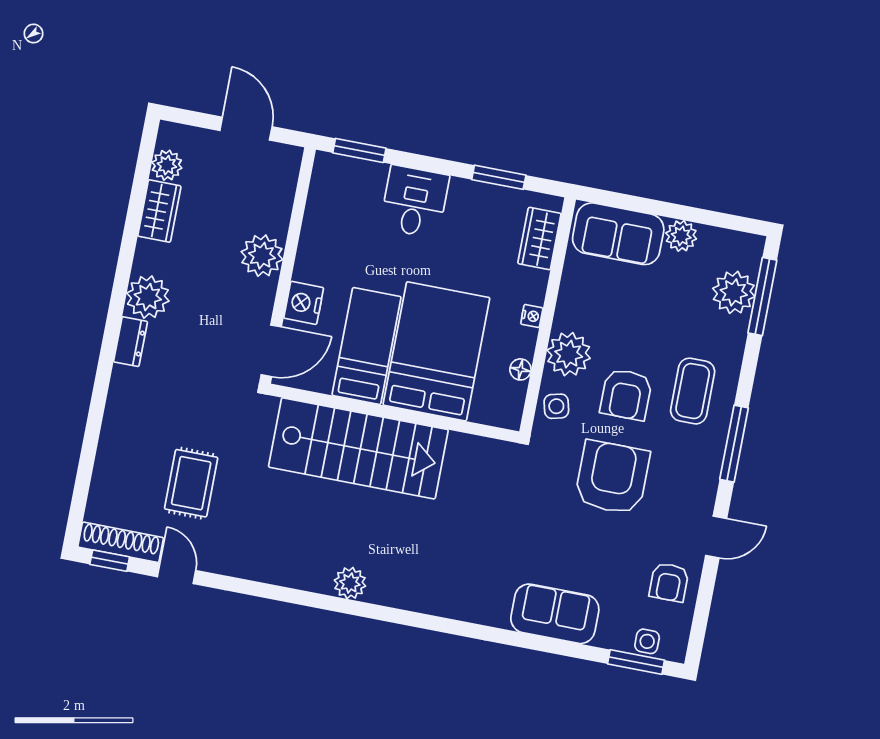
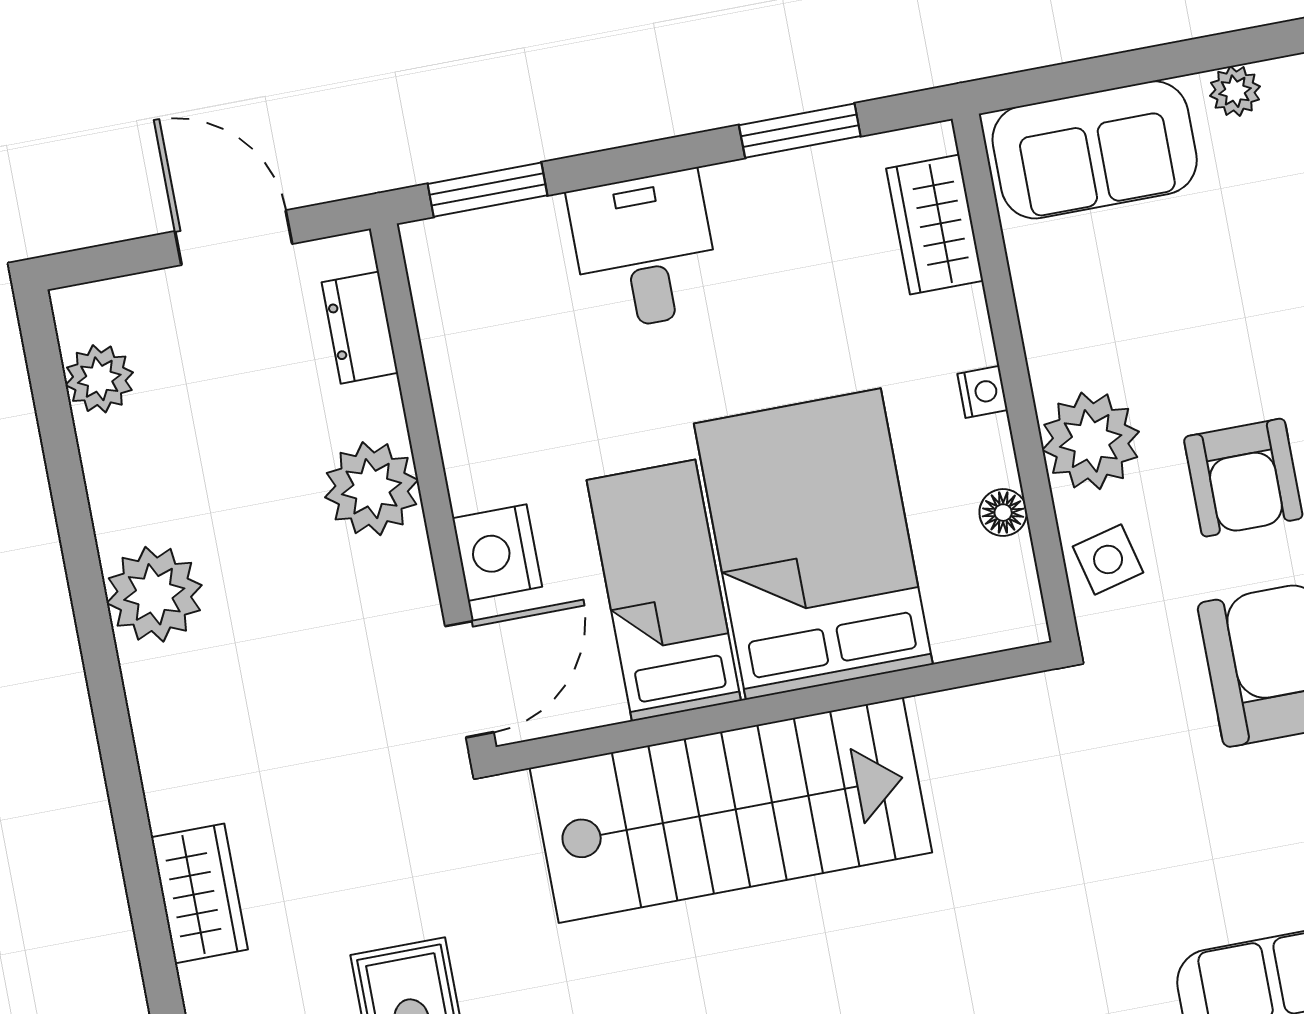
wardrobe: (159, 211) -> (199, 893), moved
plant: (681, 236) -> (1235, 91), width x0.73, depth x0.73
plant: (148, 297) -> (154, 594), moved
dresser: (130, 342) -> (360, 328), moved, turned 180

